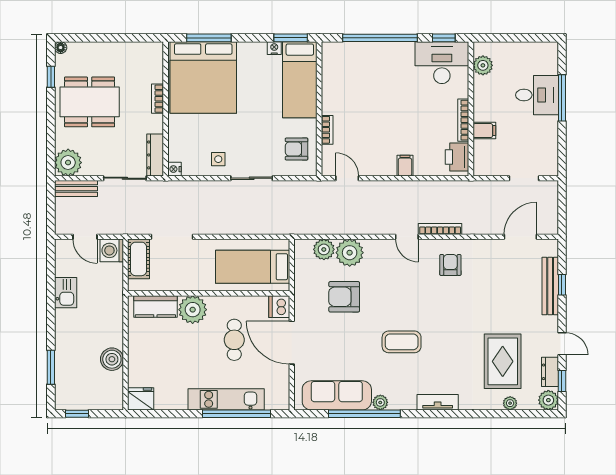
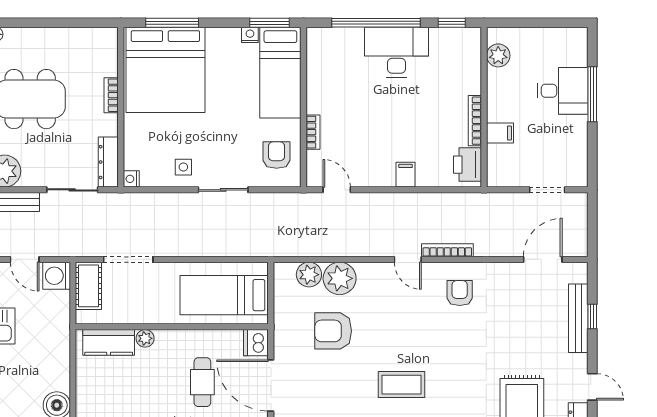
desk: (442, 63) -> (396, 52), moved
armchair: (297, 149) -> (277, 155), turned 90
plant: (193, 310) -> (145, 338), width x0.53, depth x0.53

